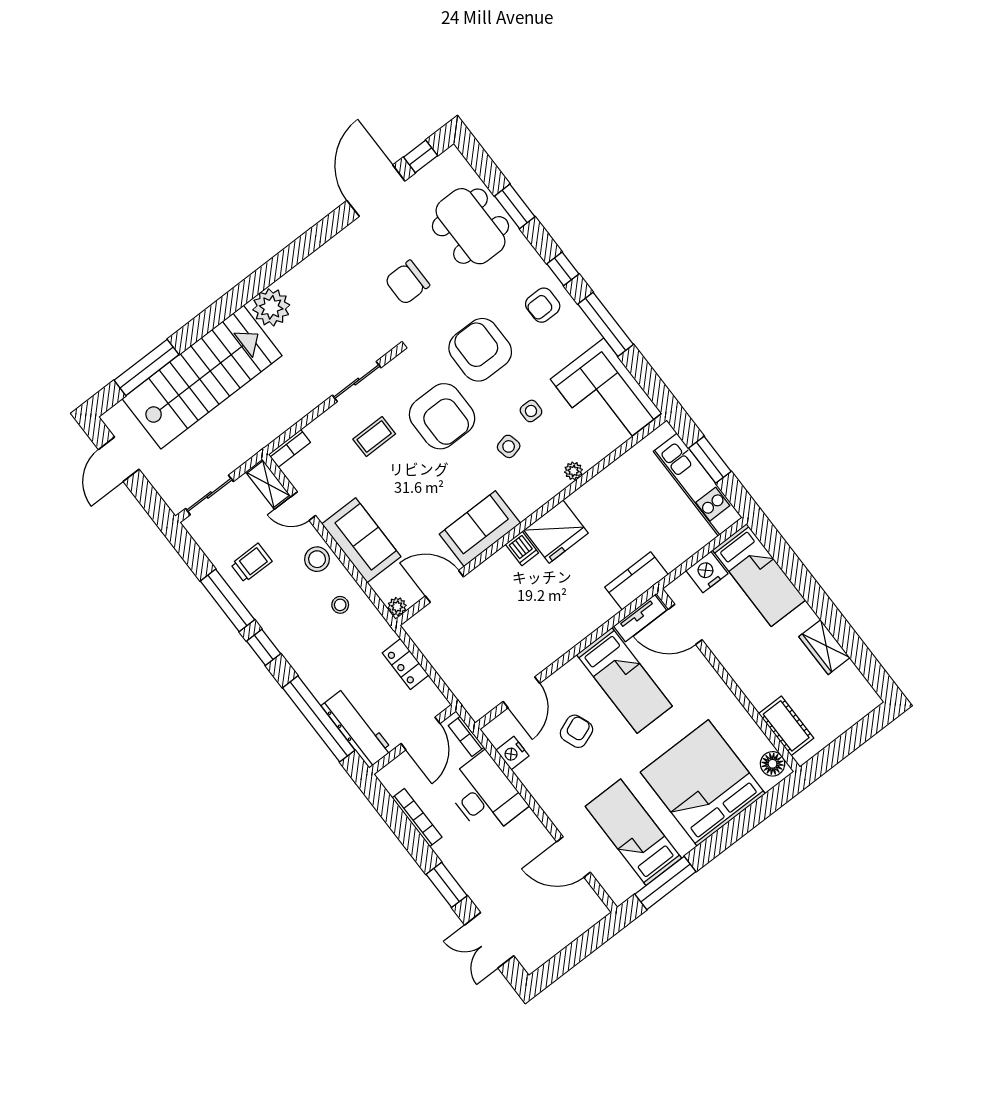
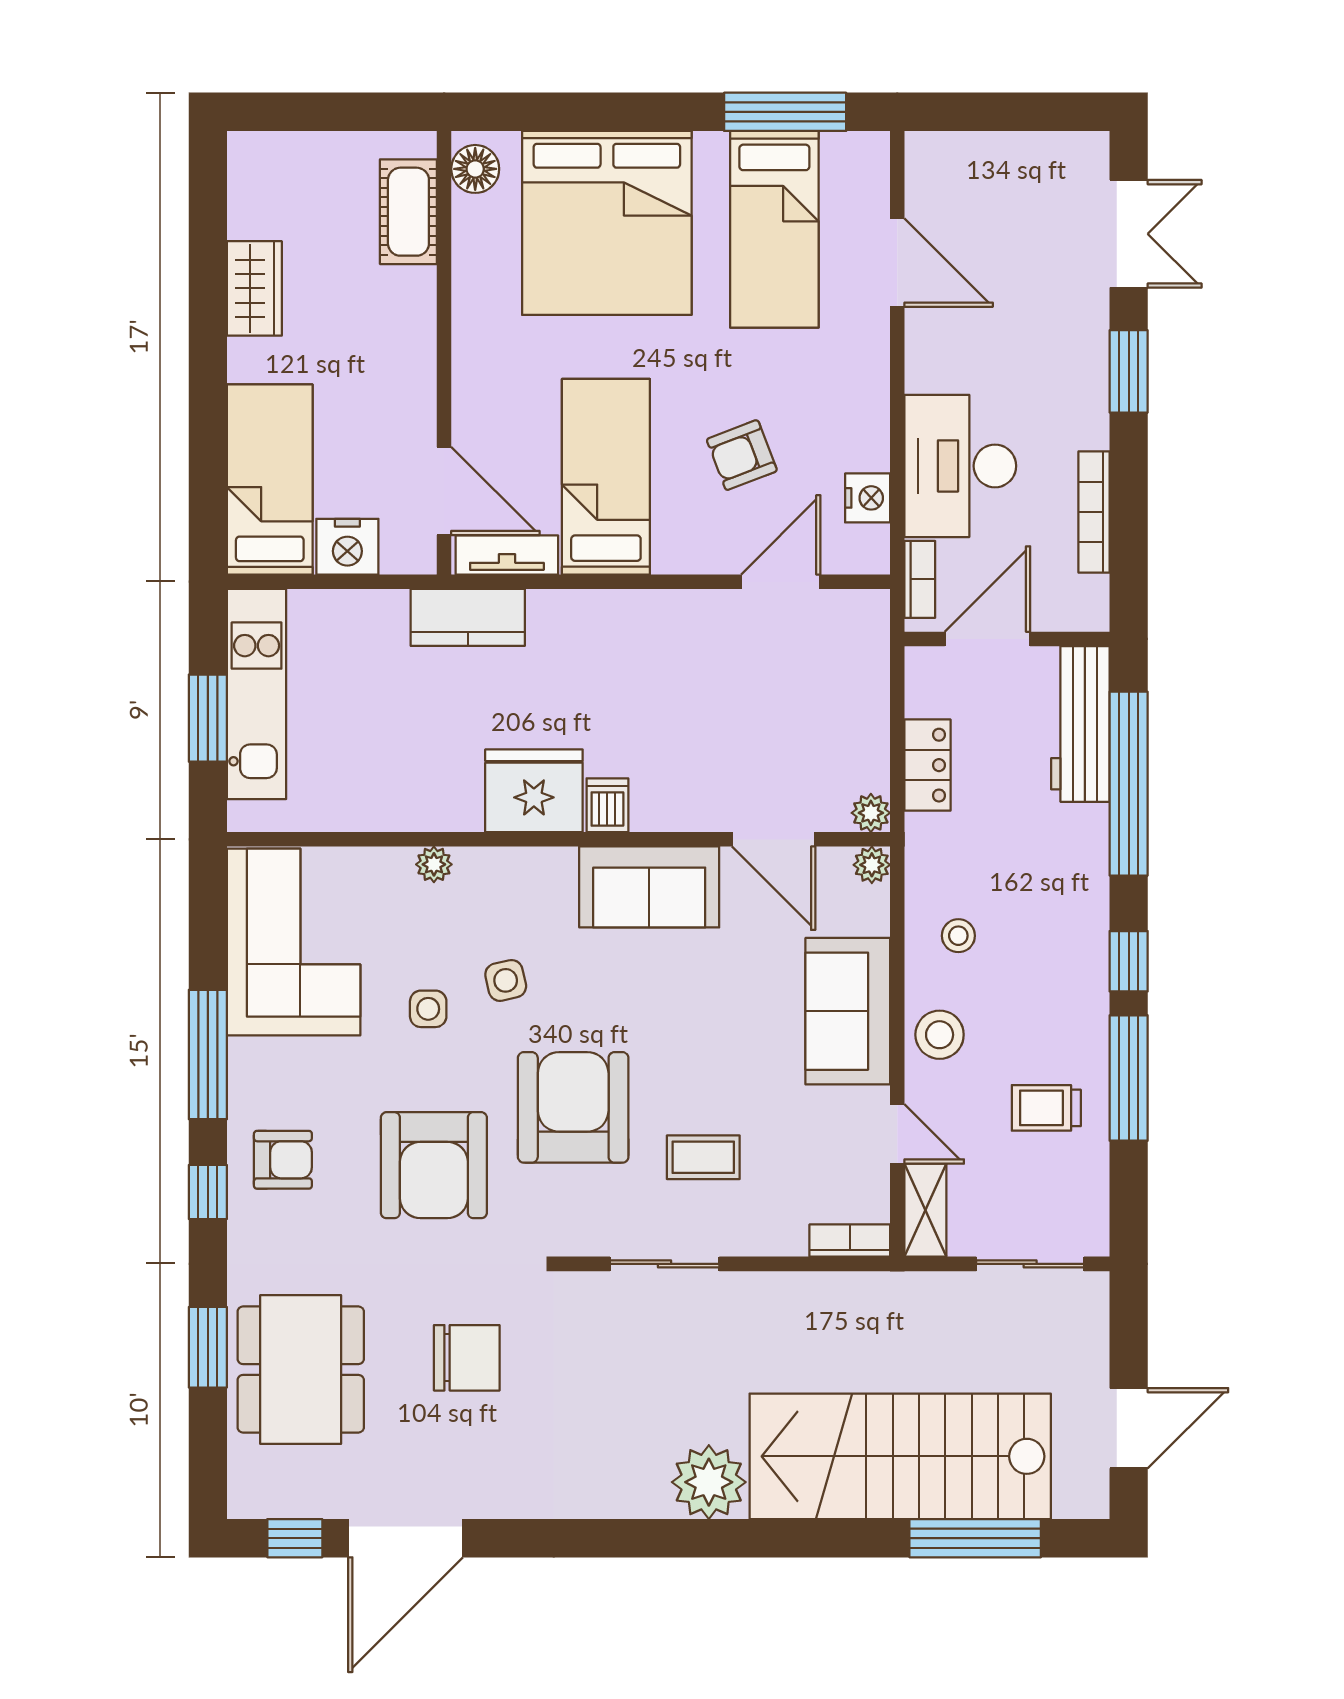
plant: (413, 627) -> (871, 813), added

